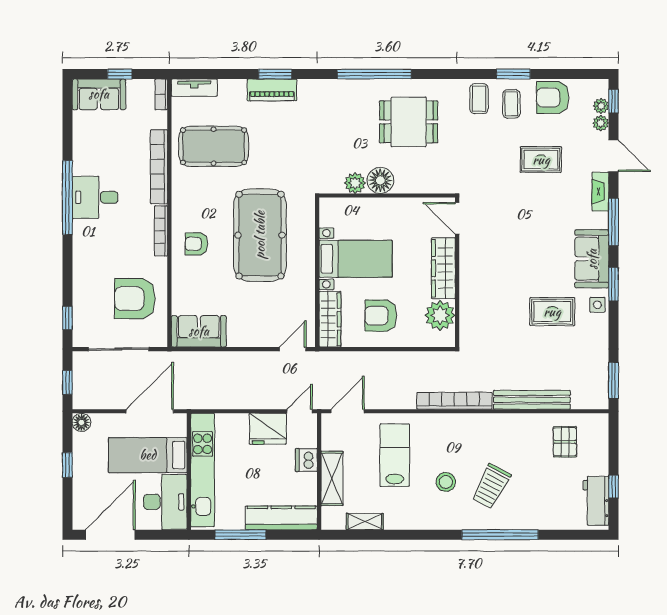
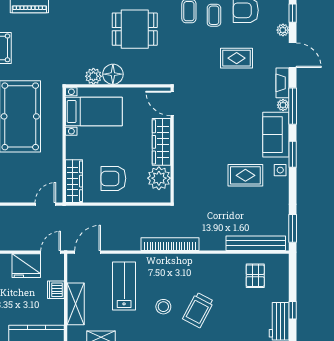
plant: (601, 106) -> (283, 105), moved
bed with nightstands: (356, 259) -> (94, 111), moved
bench: (532, 400) -> (256, 243), moved

